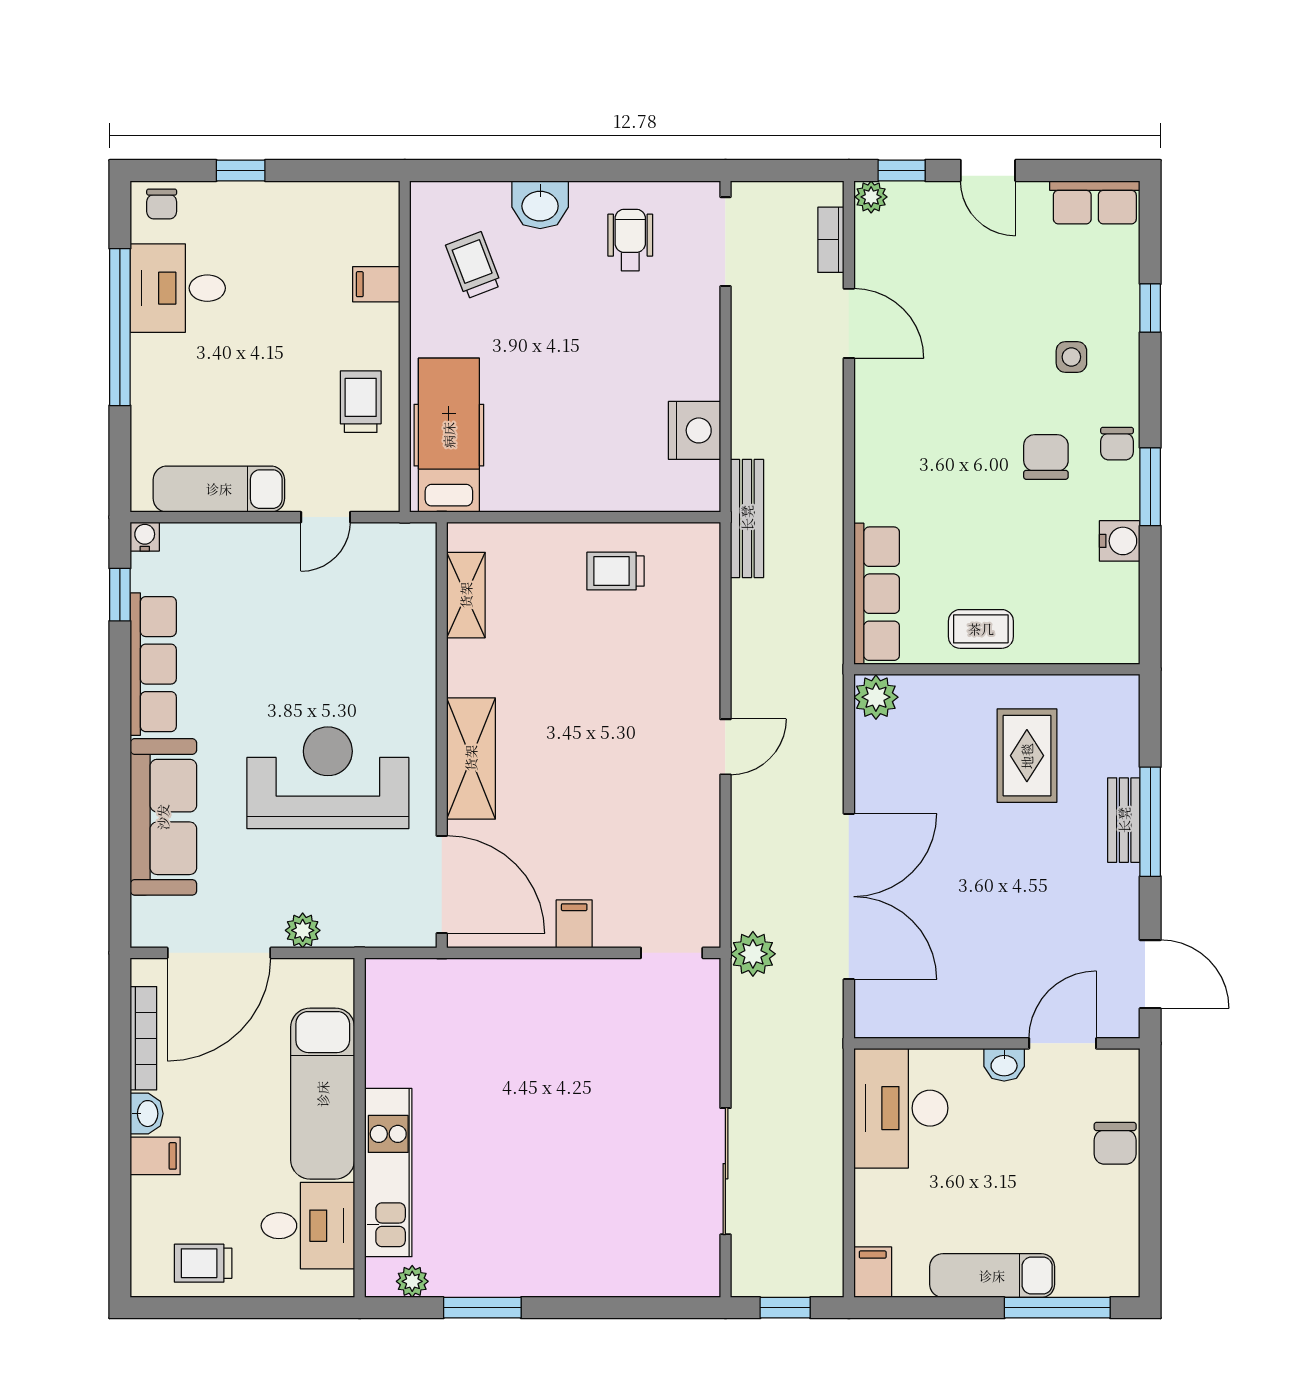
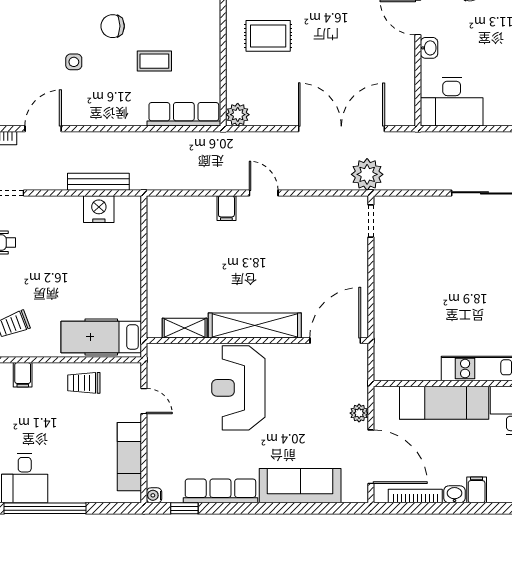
side table: (1071, 357) -> (74, 62), moved
bench: (747, 518) -> (98, 182), moved
trolley: (615, 571) -> (172, 250), removed
coffee table: (981, 629) -> (154, 61), moved, turned 90
shelving: (471, 758) -> (255, 325), width x1.47
reception desk: (328, 778) -> (238, 388), moved
filing cabinet: (574, 924) -> (226, 208), moved, turned -90
plant: (753, 954) -> (367, 174), width x1.36, depth x1.36

